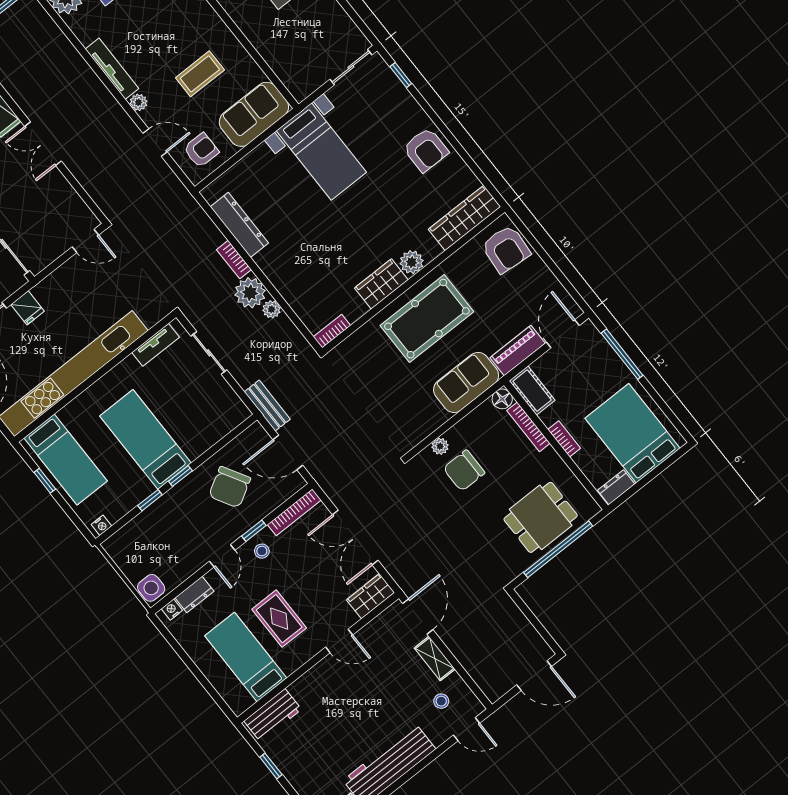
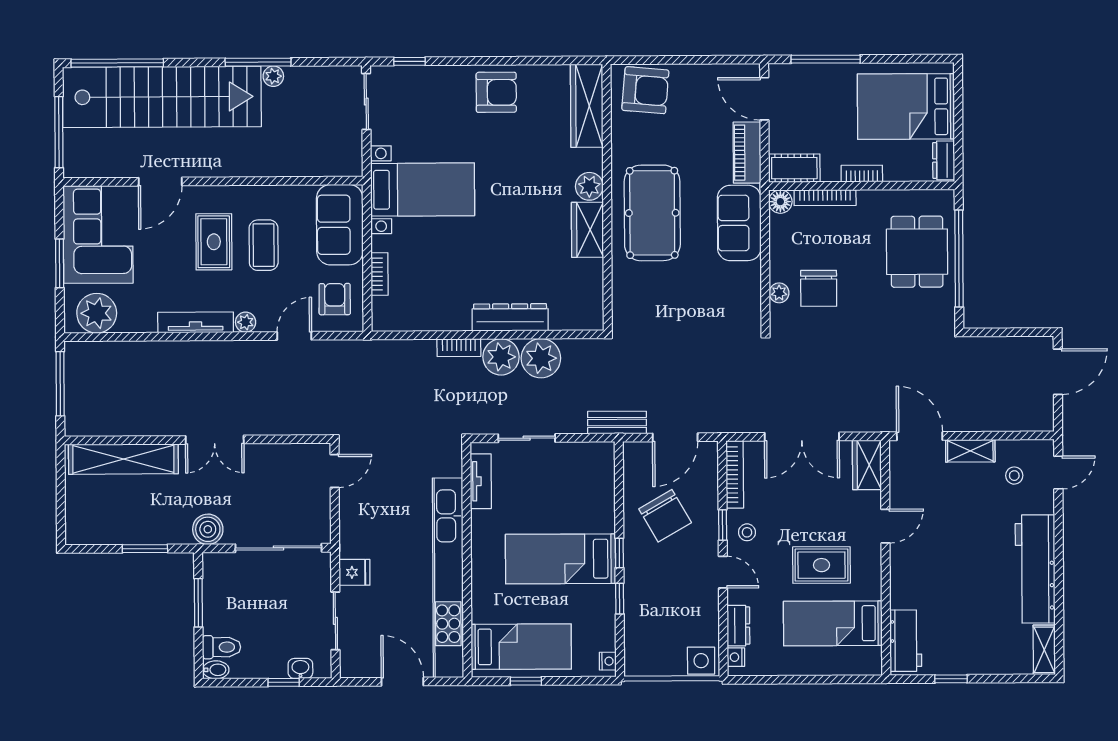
rug: (176, 39) -> (214, 242), added
dresser: (239, 225) -> (510, 317), moved
plant: (272, 309) -> (541, 358), width x1.87, depth x1.87
bookcase: (332, 331) -> (380, 274), moved, turned 180

